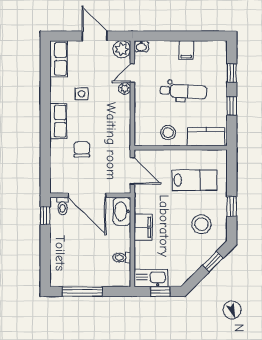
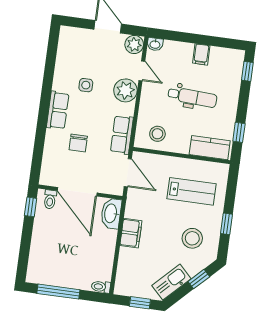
row of seats: (58, 59) -> (122, 135), moved, turned 180
door: (132, 73) -> (142, 71), swing flipped
window: (232, 73) -> (247, 71), moved
plant: (125, 89) -> (125, 90), width x1.88, depth x1.88
window: (232, 106) -> (239, 132), moved
stool: (168, 133) -> (157, 134), moved
chair: (82, 149) -> (78, 143), turned 180
toilet: (122, 258) -> (101, 287), moved
kitchen sink: (151, 278) -> (171, 282), moved, turned -45

